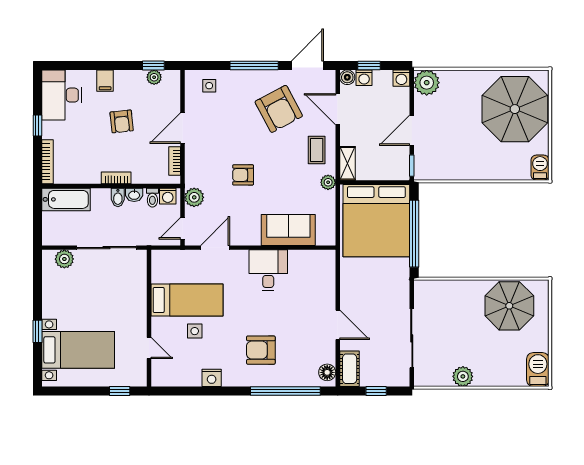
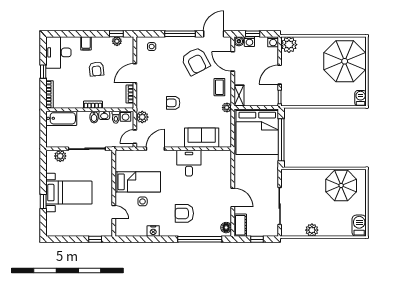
bed with nightstands: (78, 350) -> (69, 193), moved

